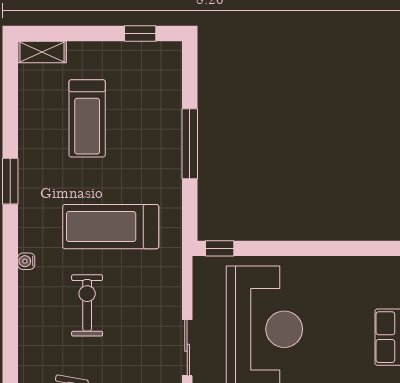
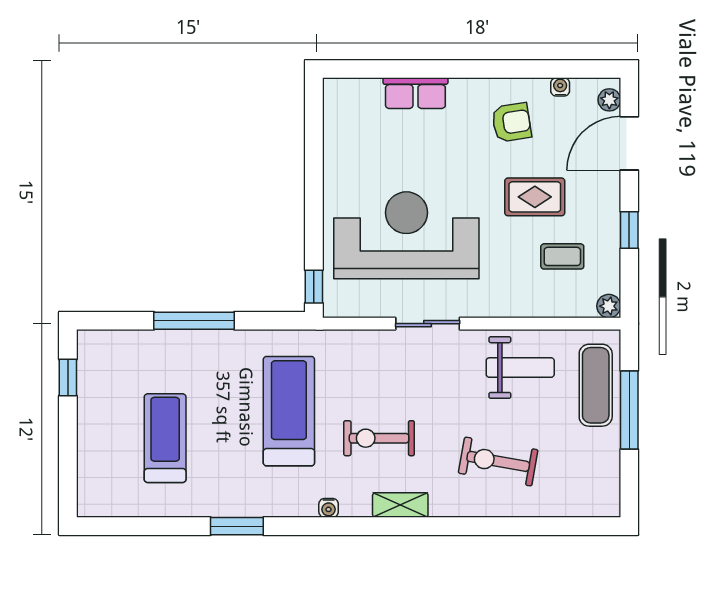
shelving: (42, 52) -> (400, 505), moved, turned 90
treadmill: (87, 118) -> (165, 438), turned -90
treadmill: (111, 227) -> (289, 411), turned 180

